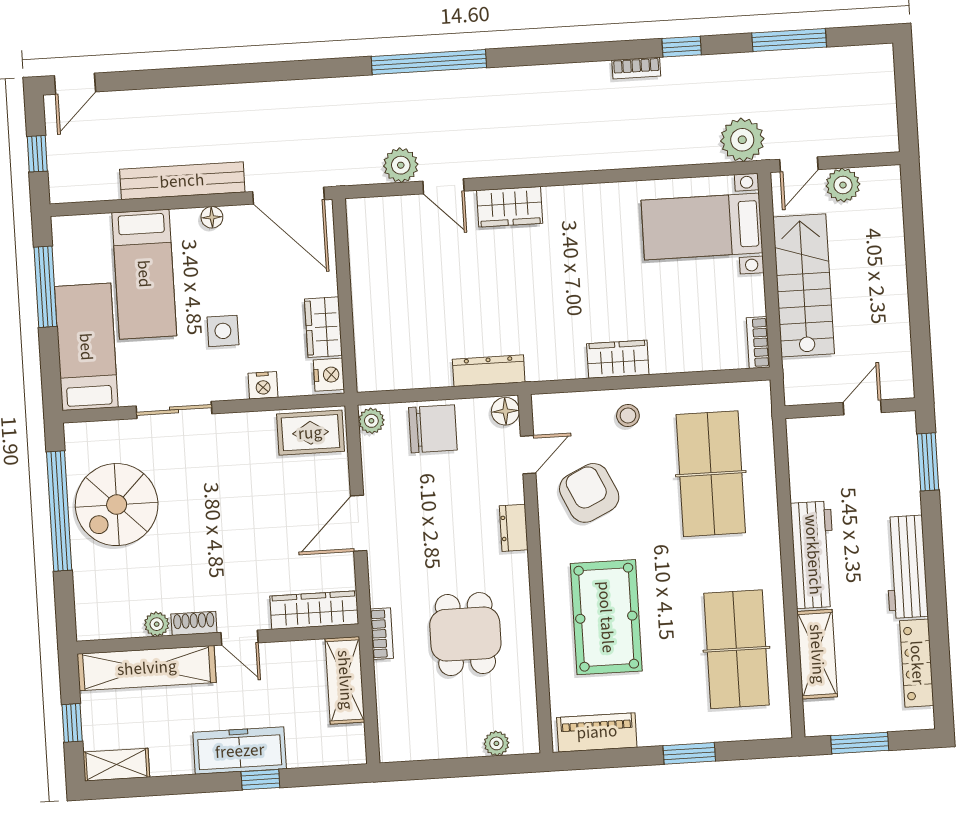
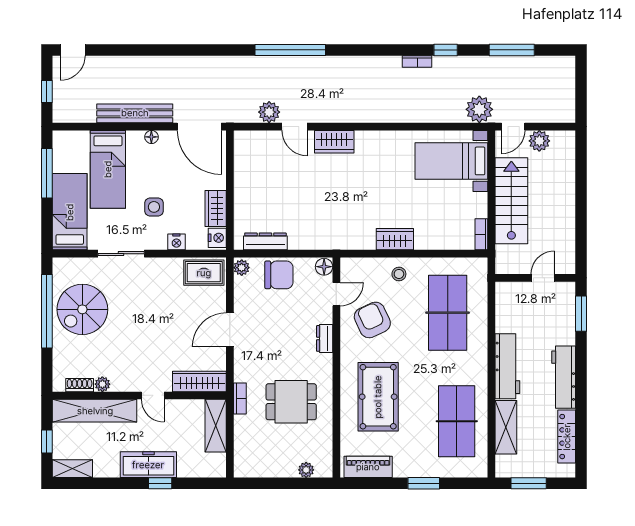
dresser: (489, 371) -> (265, 241), moved
shoe rack: (194, 623) -> (80, 385), moved
dining table: (465, 634) -> (291, 402), turned 90

